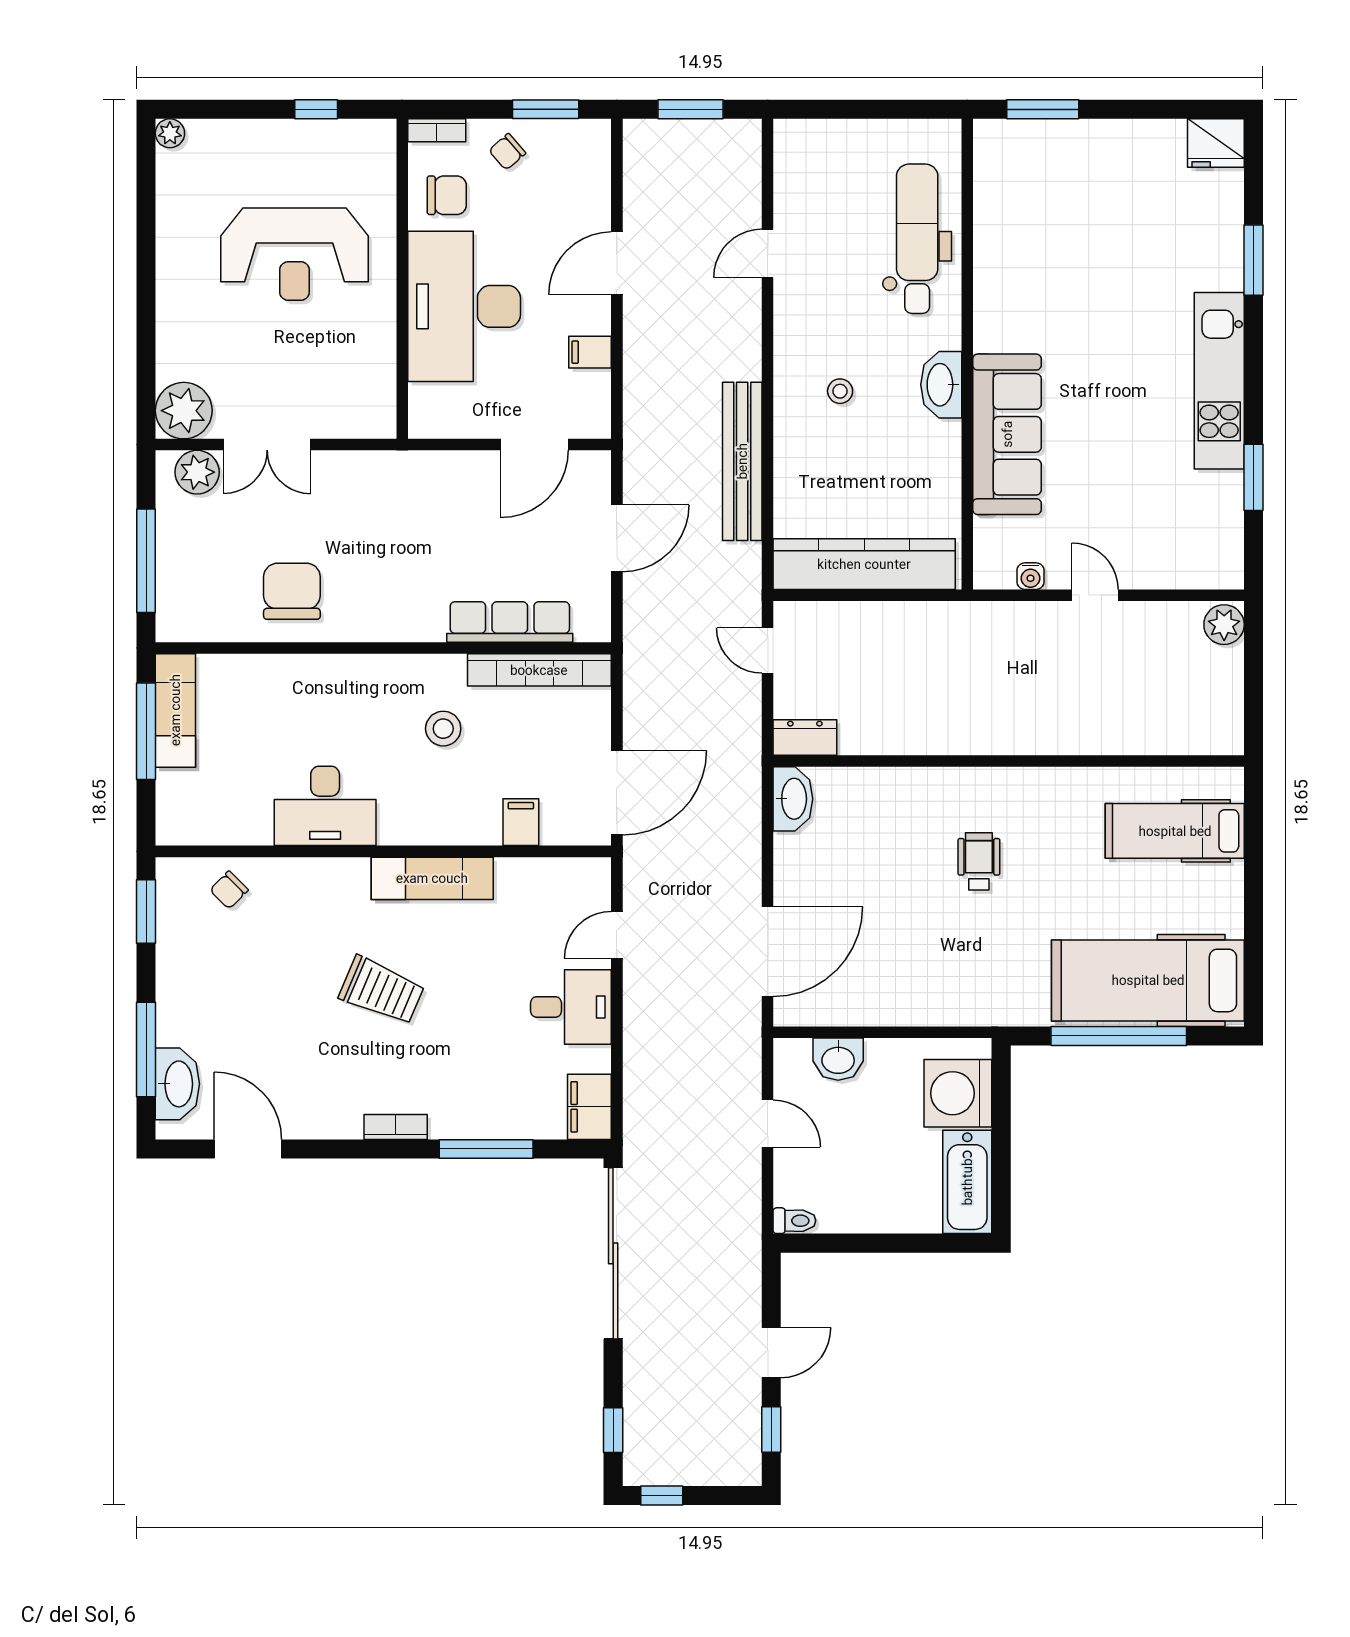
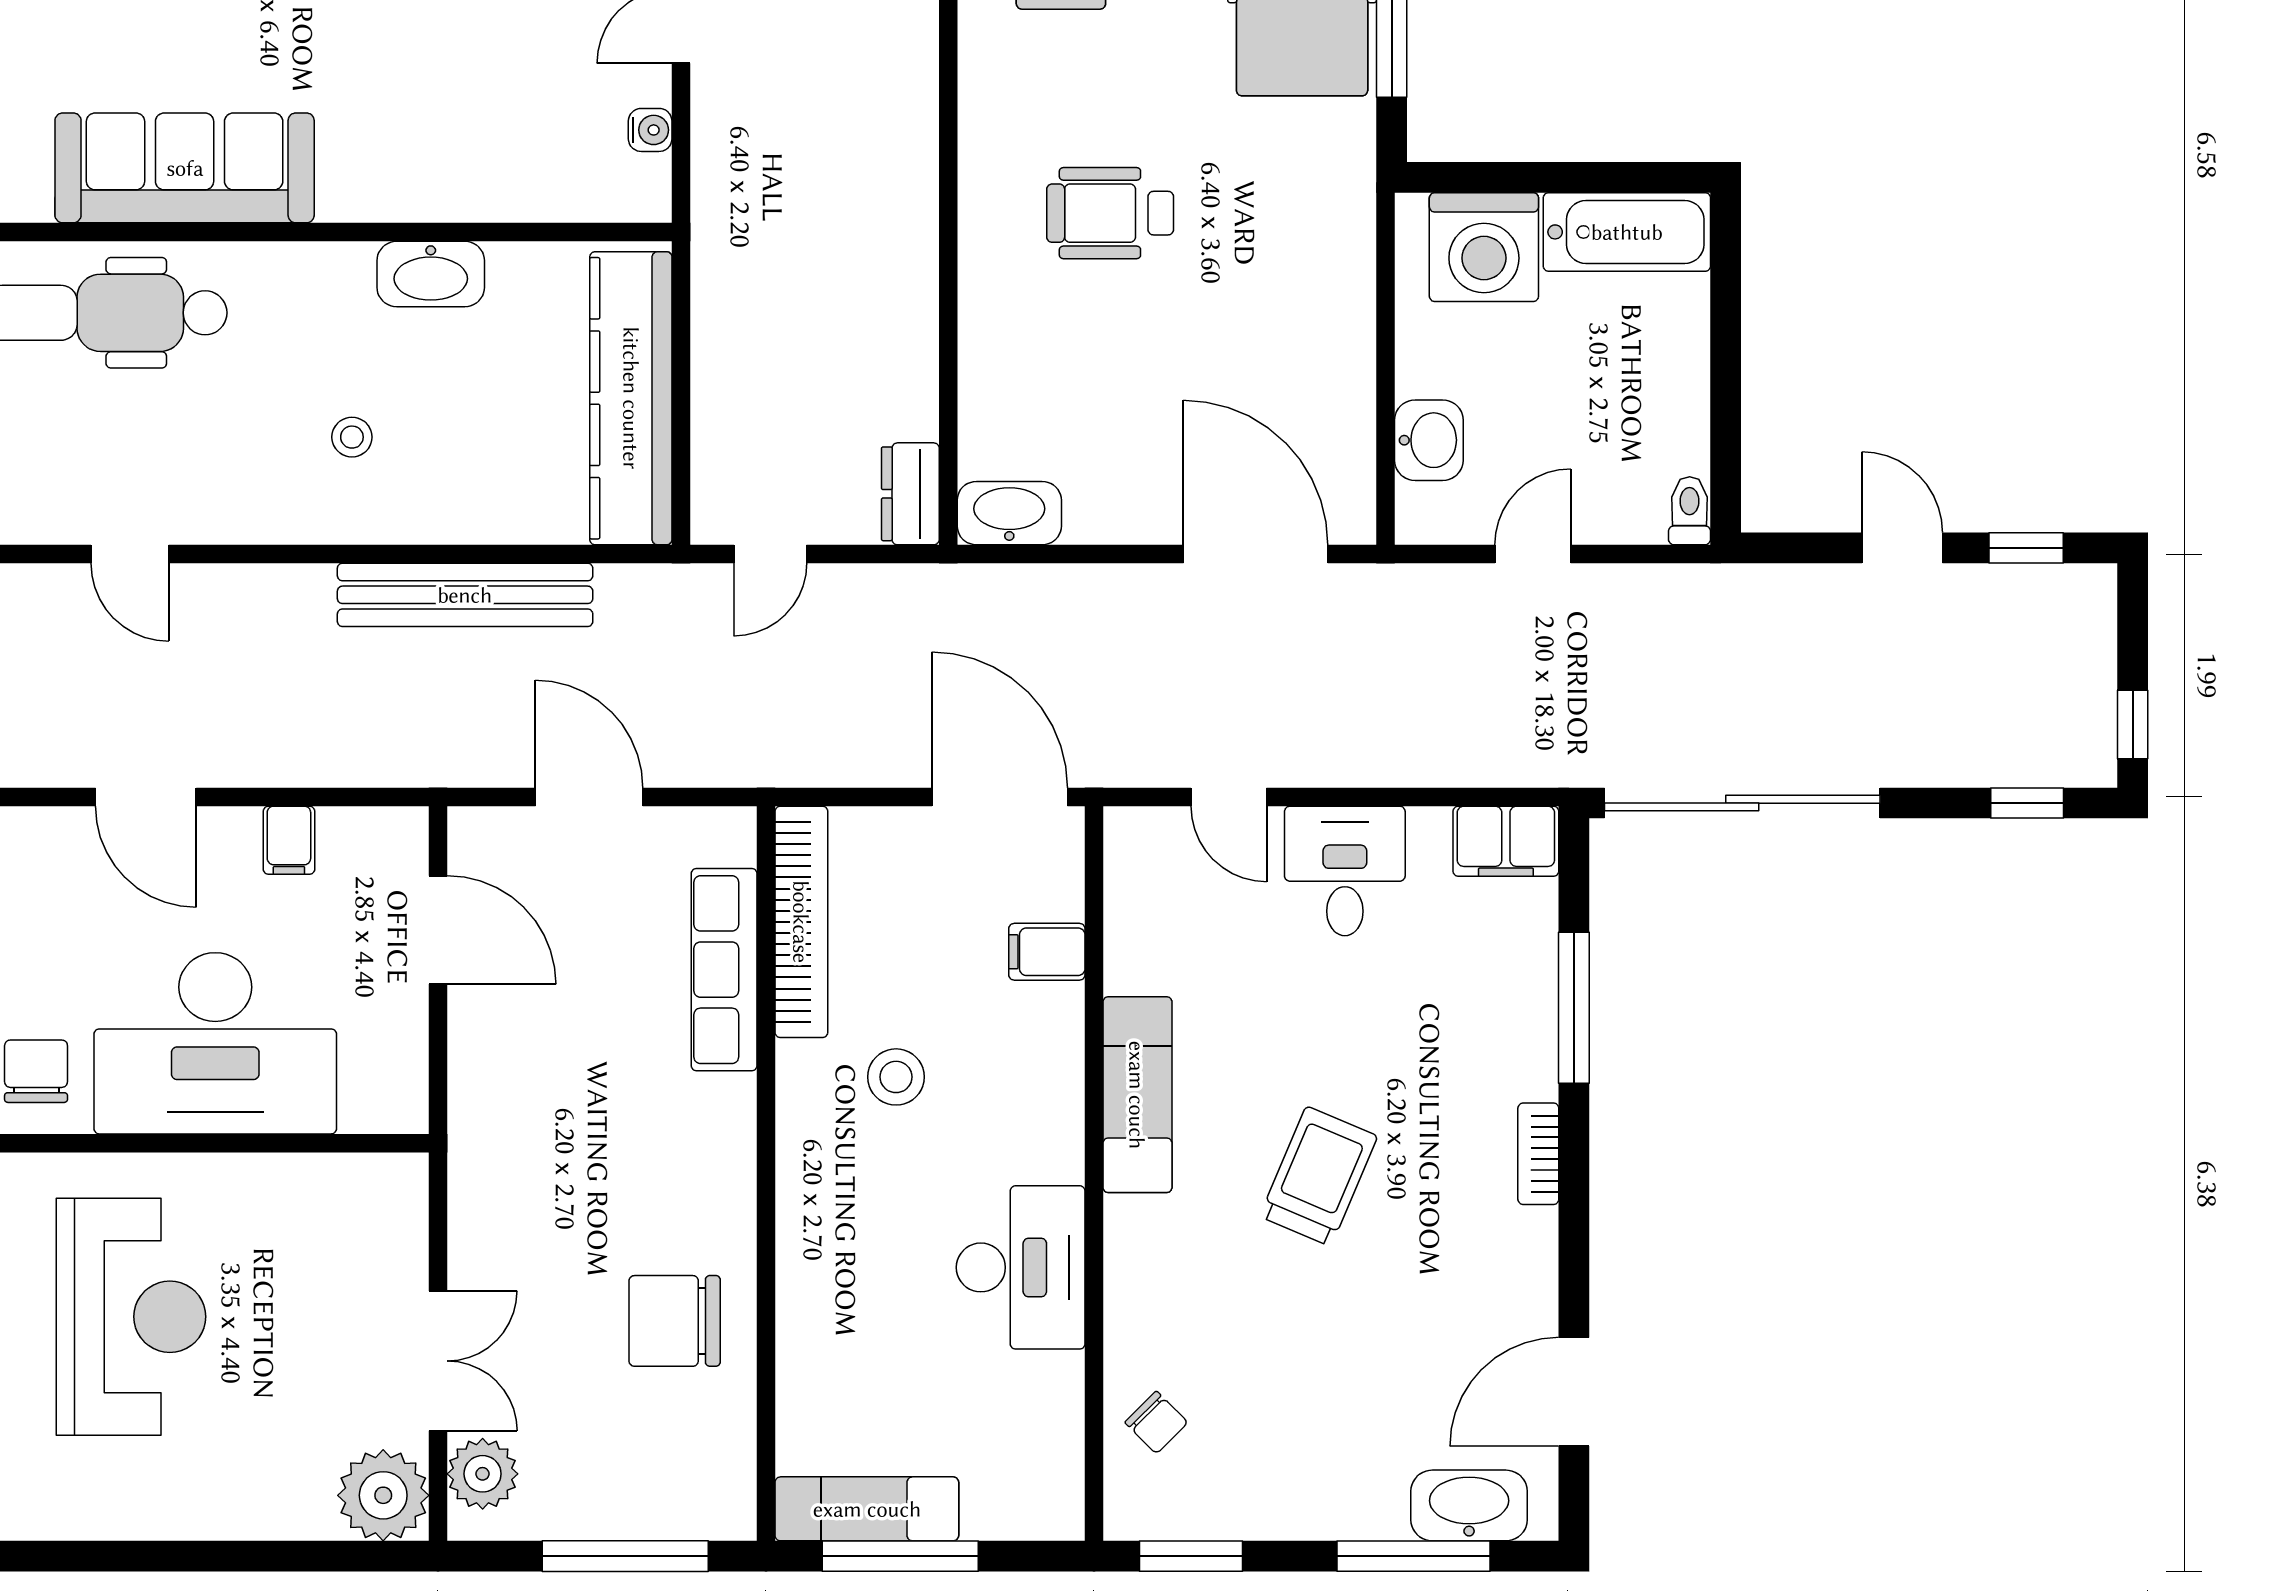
washbasin: (941, 385) -> (431, 274), moved
sofa: (1007, 434) -> (185, 168), moved
wheelchair: (979, 861) -> (1110, 213), width x1.36, depth x1.37

